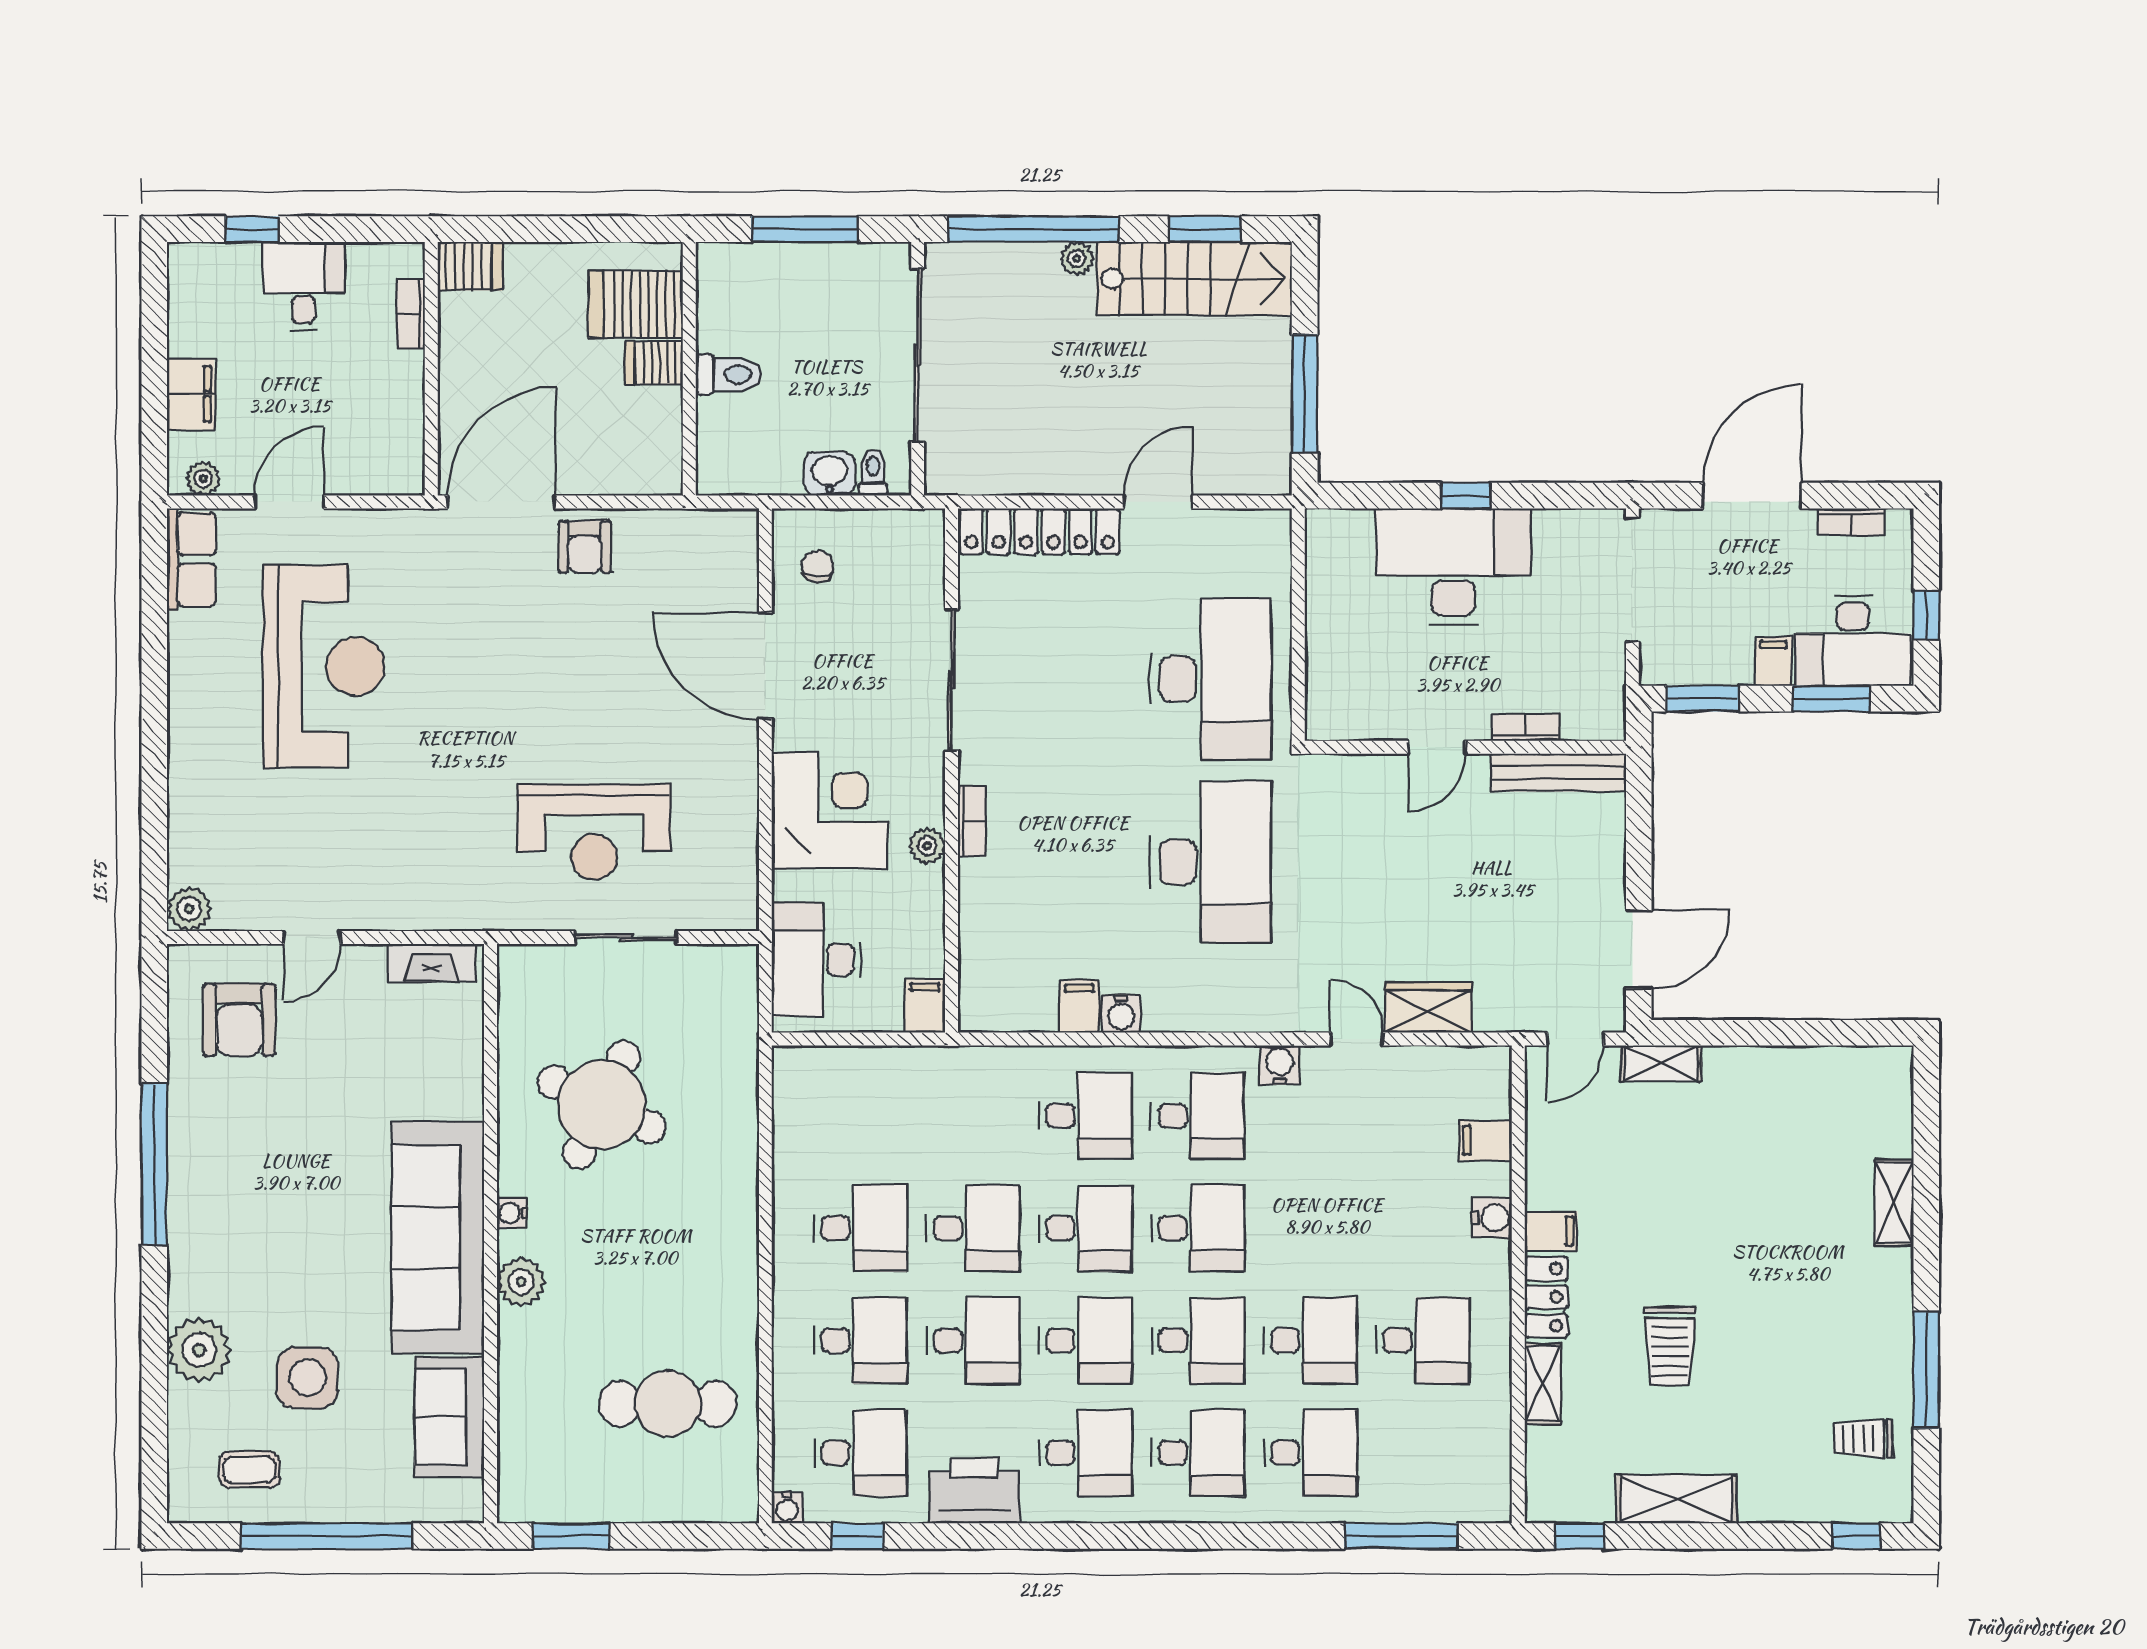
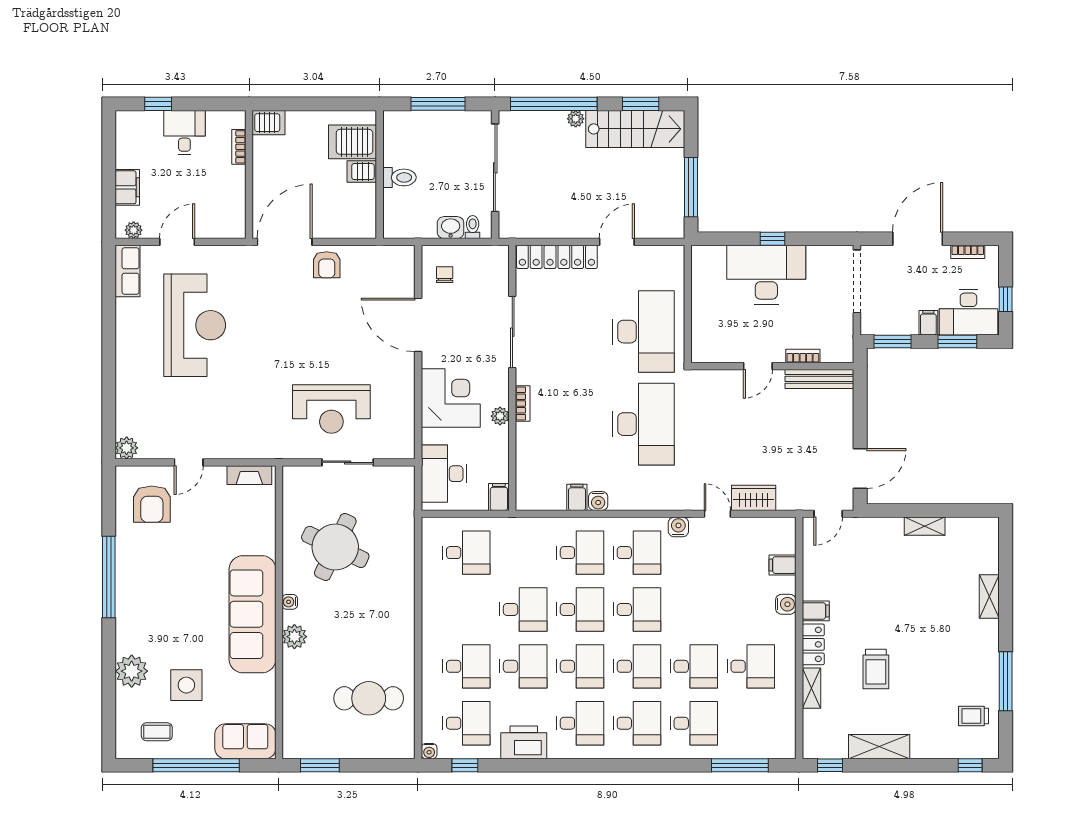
shelving: (1661, 1063) -> (925, 526), moved
desk: (861, 1228) -> (466, 553), moved
sofa: (449, 1417) -> (245, 741), moved, turned 90

